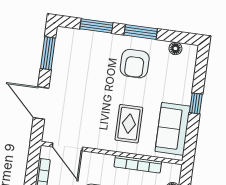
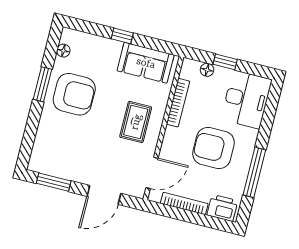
window: (96, 26) -> (31, 129), removed
armchair: (135, 64) -> (74, 94), width x1.36, depth x1.36
rug: (129, 124) -> (136, 122), moved, turned 90

